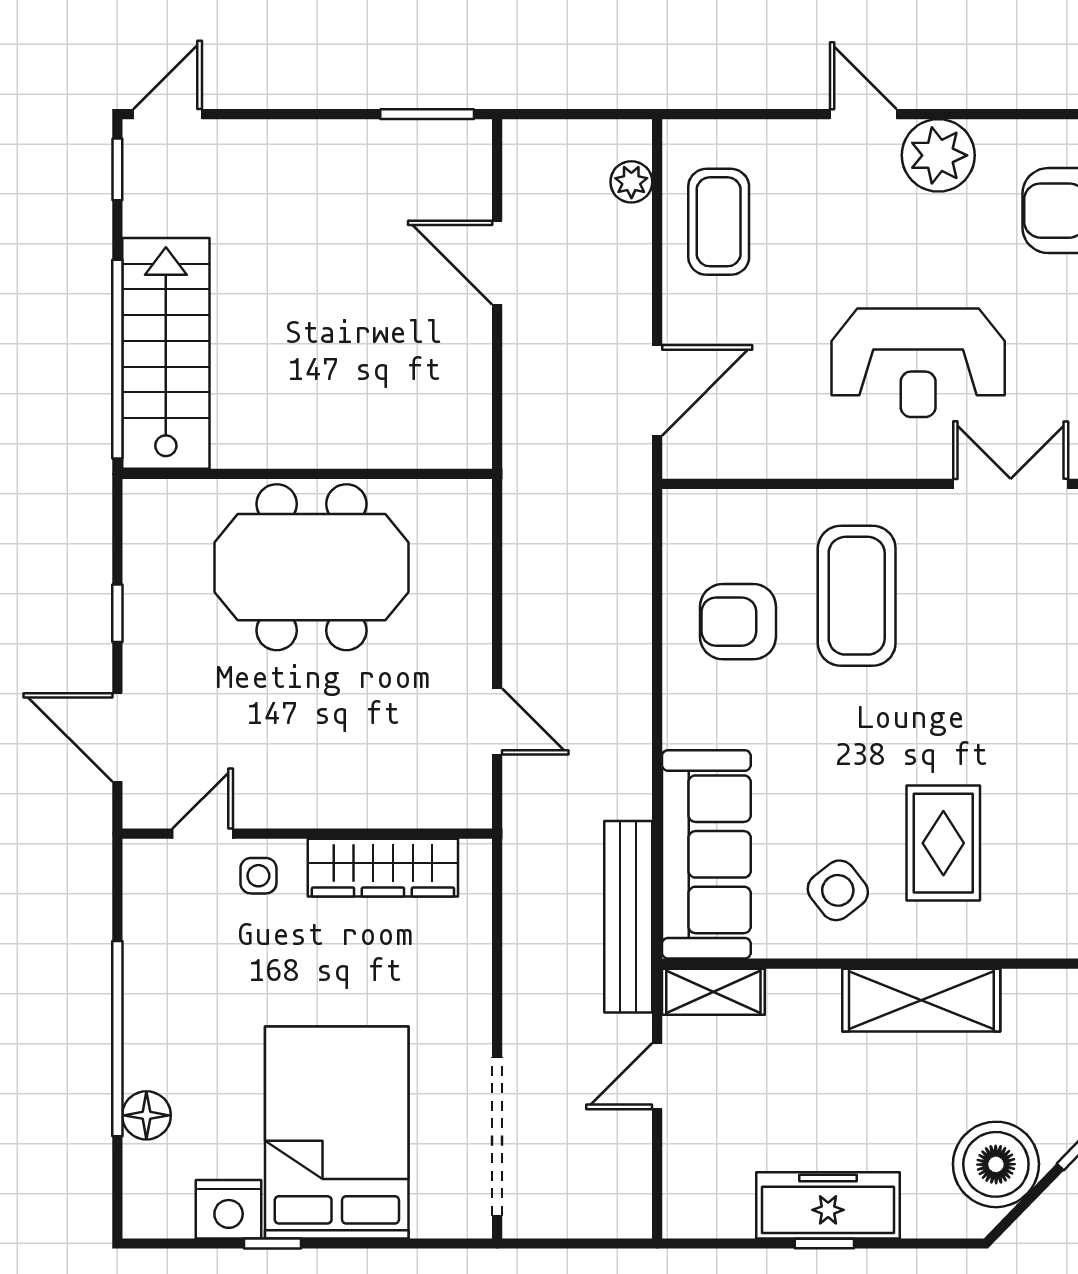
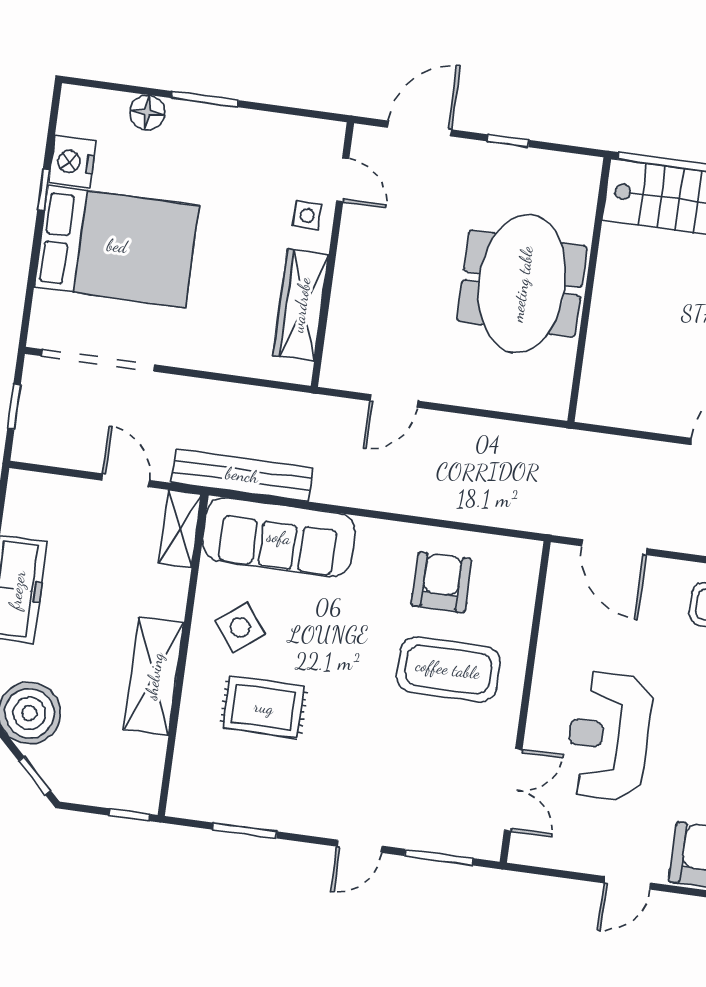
window: (117, 1039) -> (205, 99), width x0.47
window: (577, 1243) -> (14, 407), added

